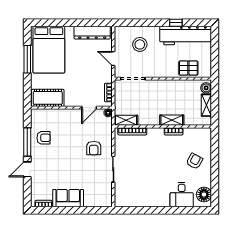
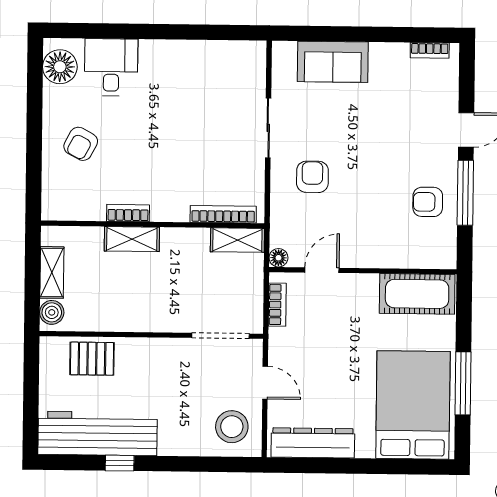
stool: (140, 44) -> (232, 427), moved
sofa: (68, 198) -> (333, 62), moved

